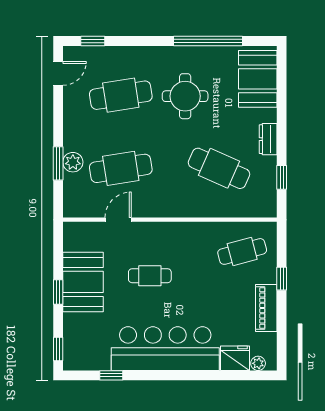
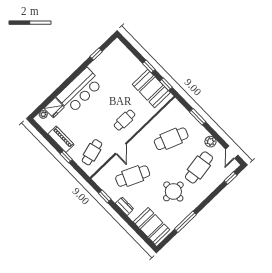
window: (208, 41) -> (185, 222), width x0.68
plant: (73, 162) -> (210, 142), moved
cafe table: (121, 168) -> (171, 139), turned 30
door: (118, 220) -> (121, 149), moved
cafe table: (150, 276) -> (125, 120), moved
booth: (83, 282) -> (151, 89), moved
window: (58, 349) -> (166, 84), moved
bar counter: (165, 349) -> (80, 90), width x0.73

